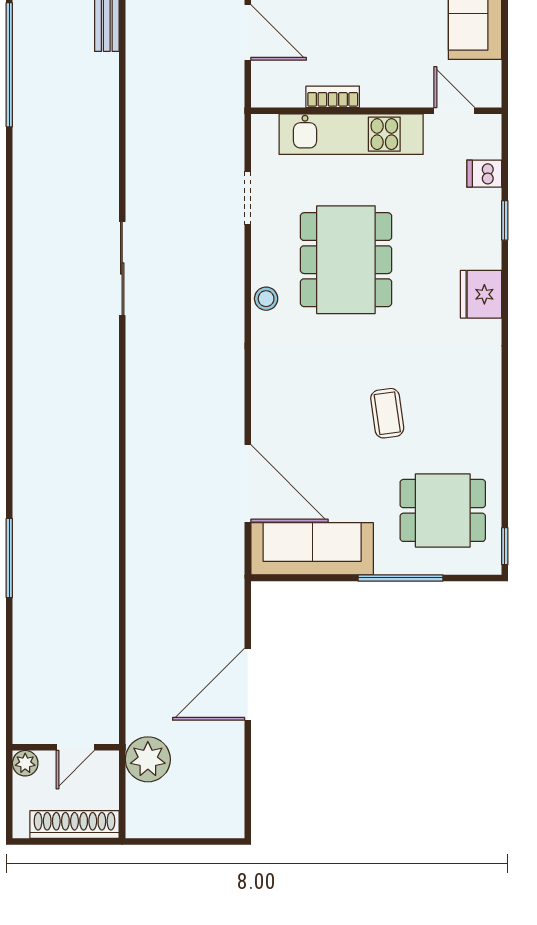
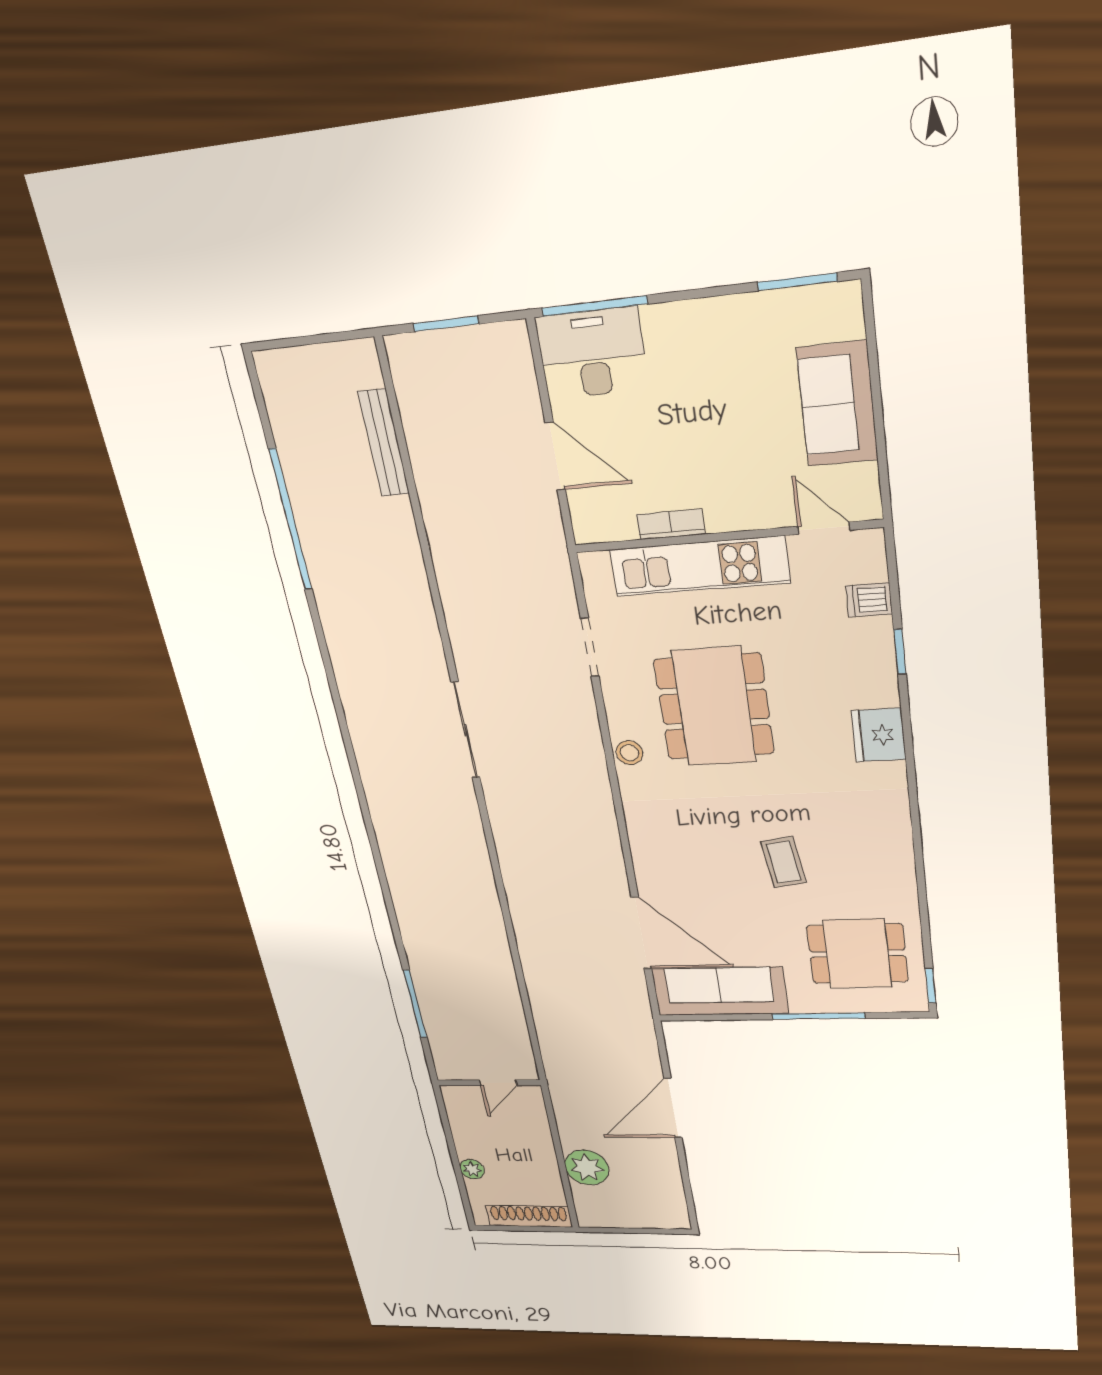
wall: (66, 747) -> (489, 1083), moved
door: (75, 747) -> (498, 1083), moved

